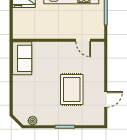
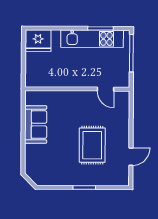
sofa: (22, 58) -> (36, 124), moved
plant: (33, 121) -> (47, 180), removed

